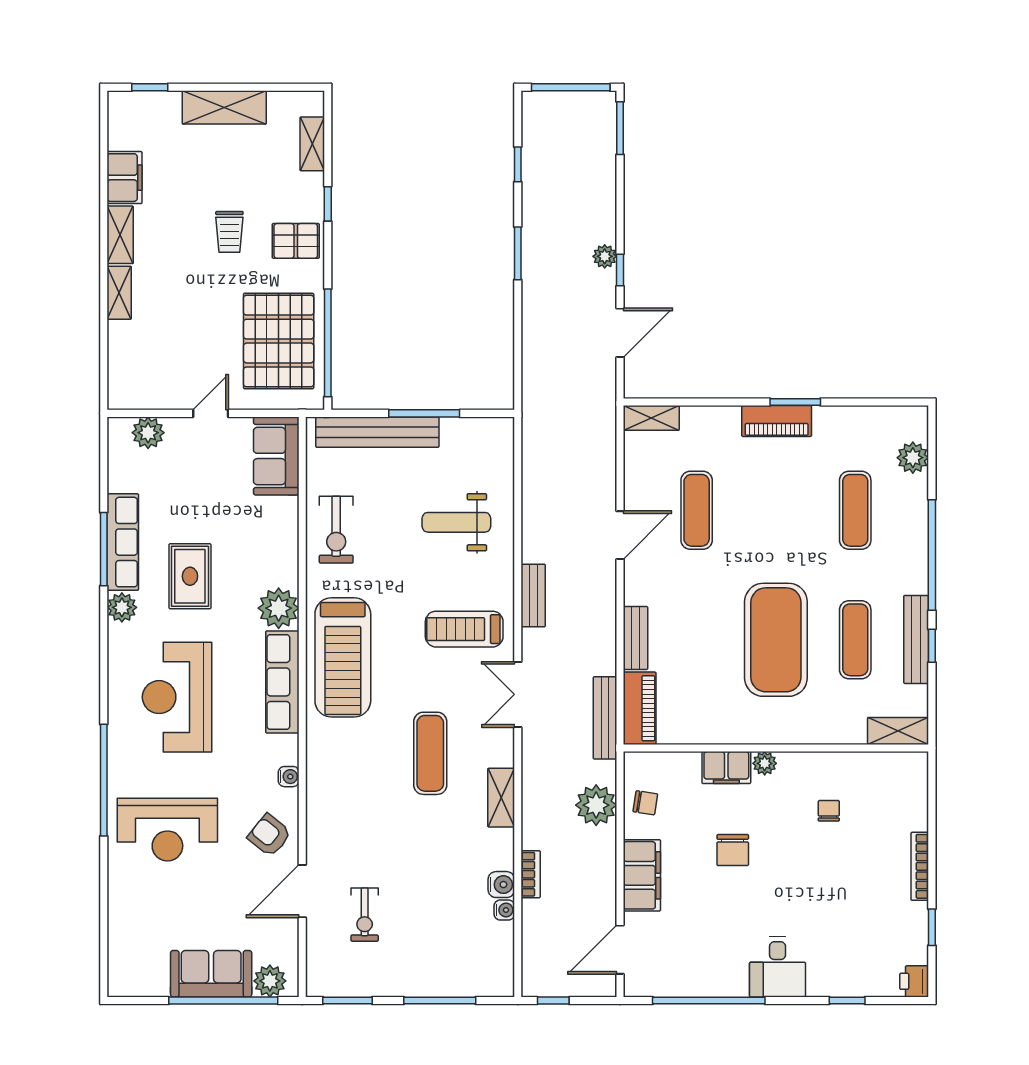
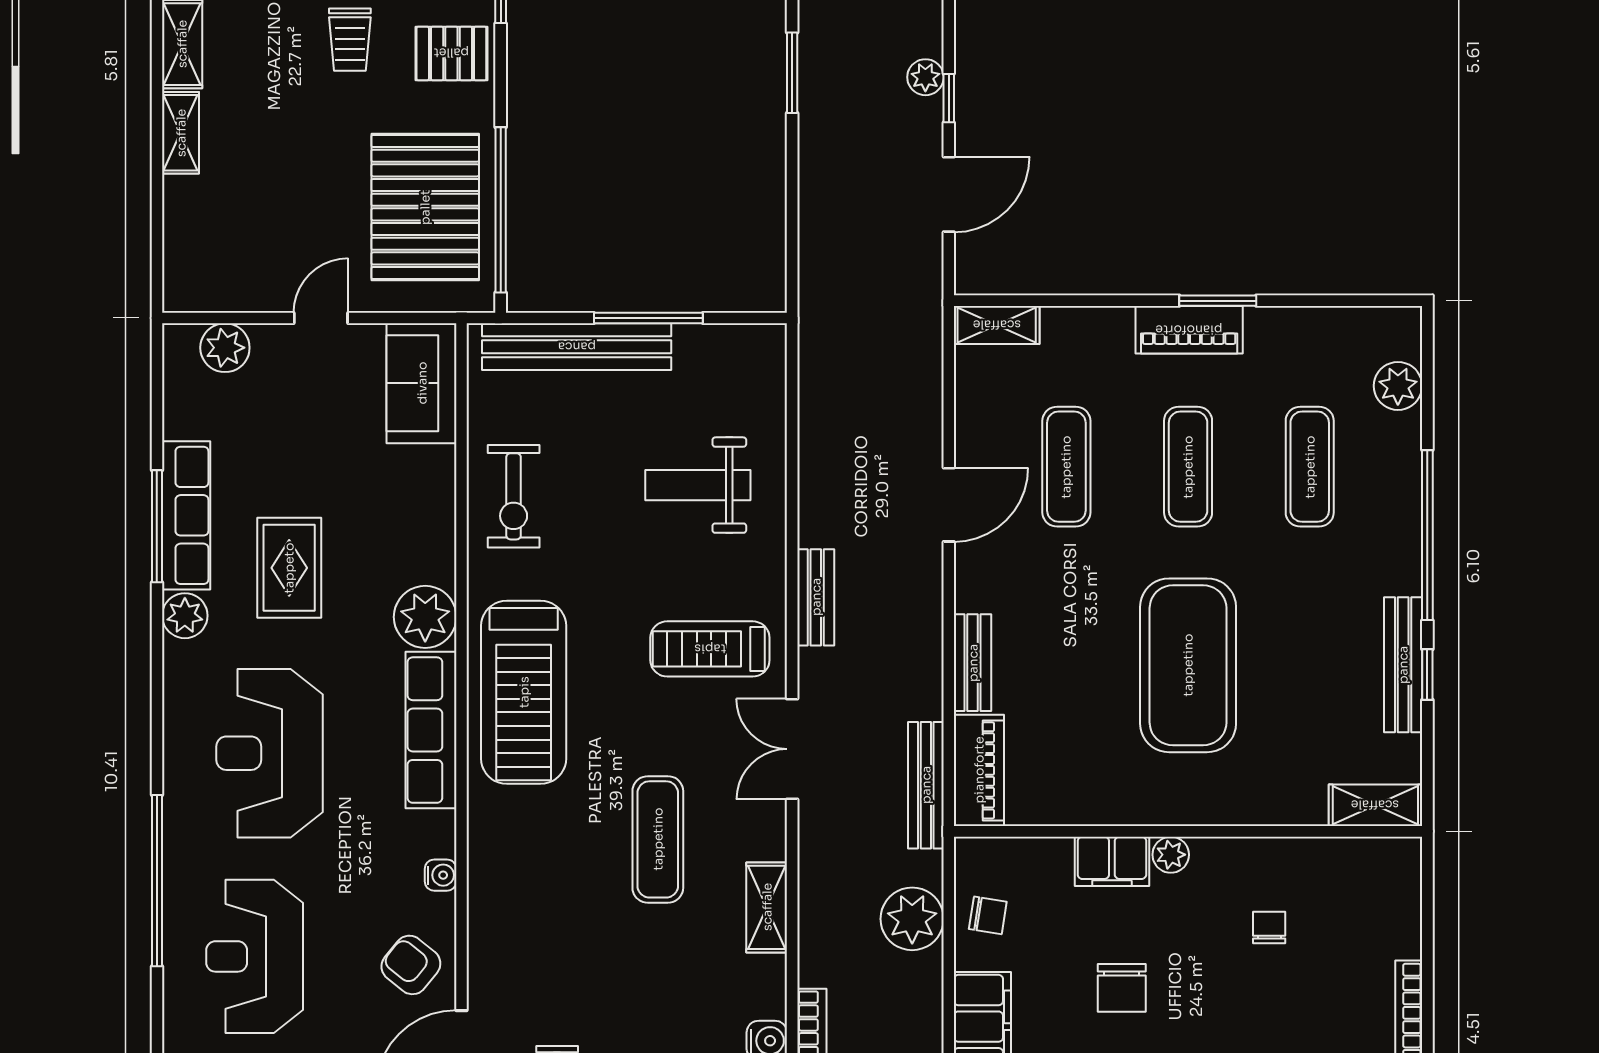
exercise mat: (855, 640) -> (1188, 467), moved
reception desk: (167, 830) -> (255, 956), turned 90

